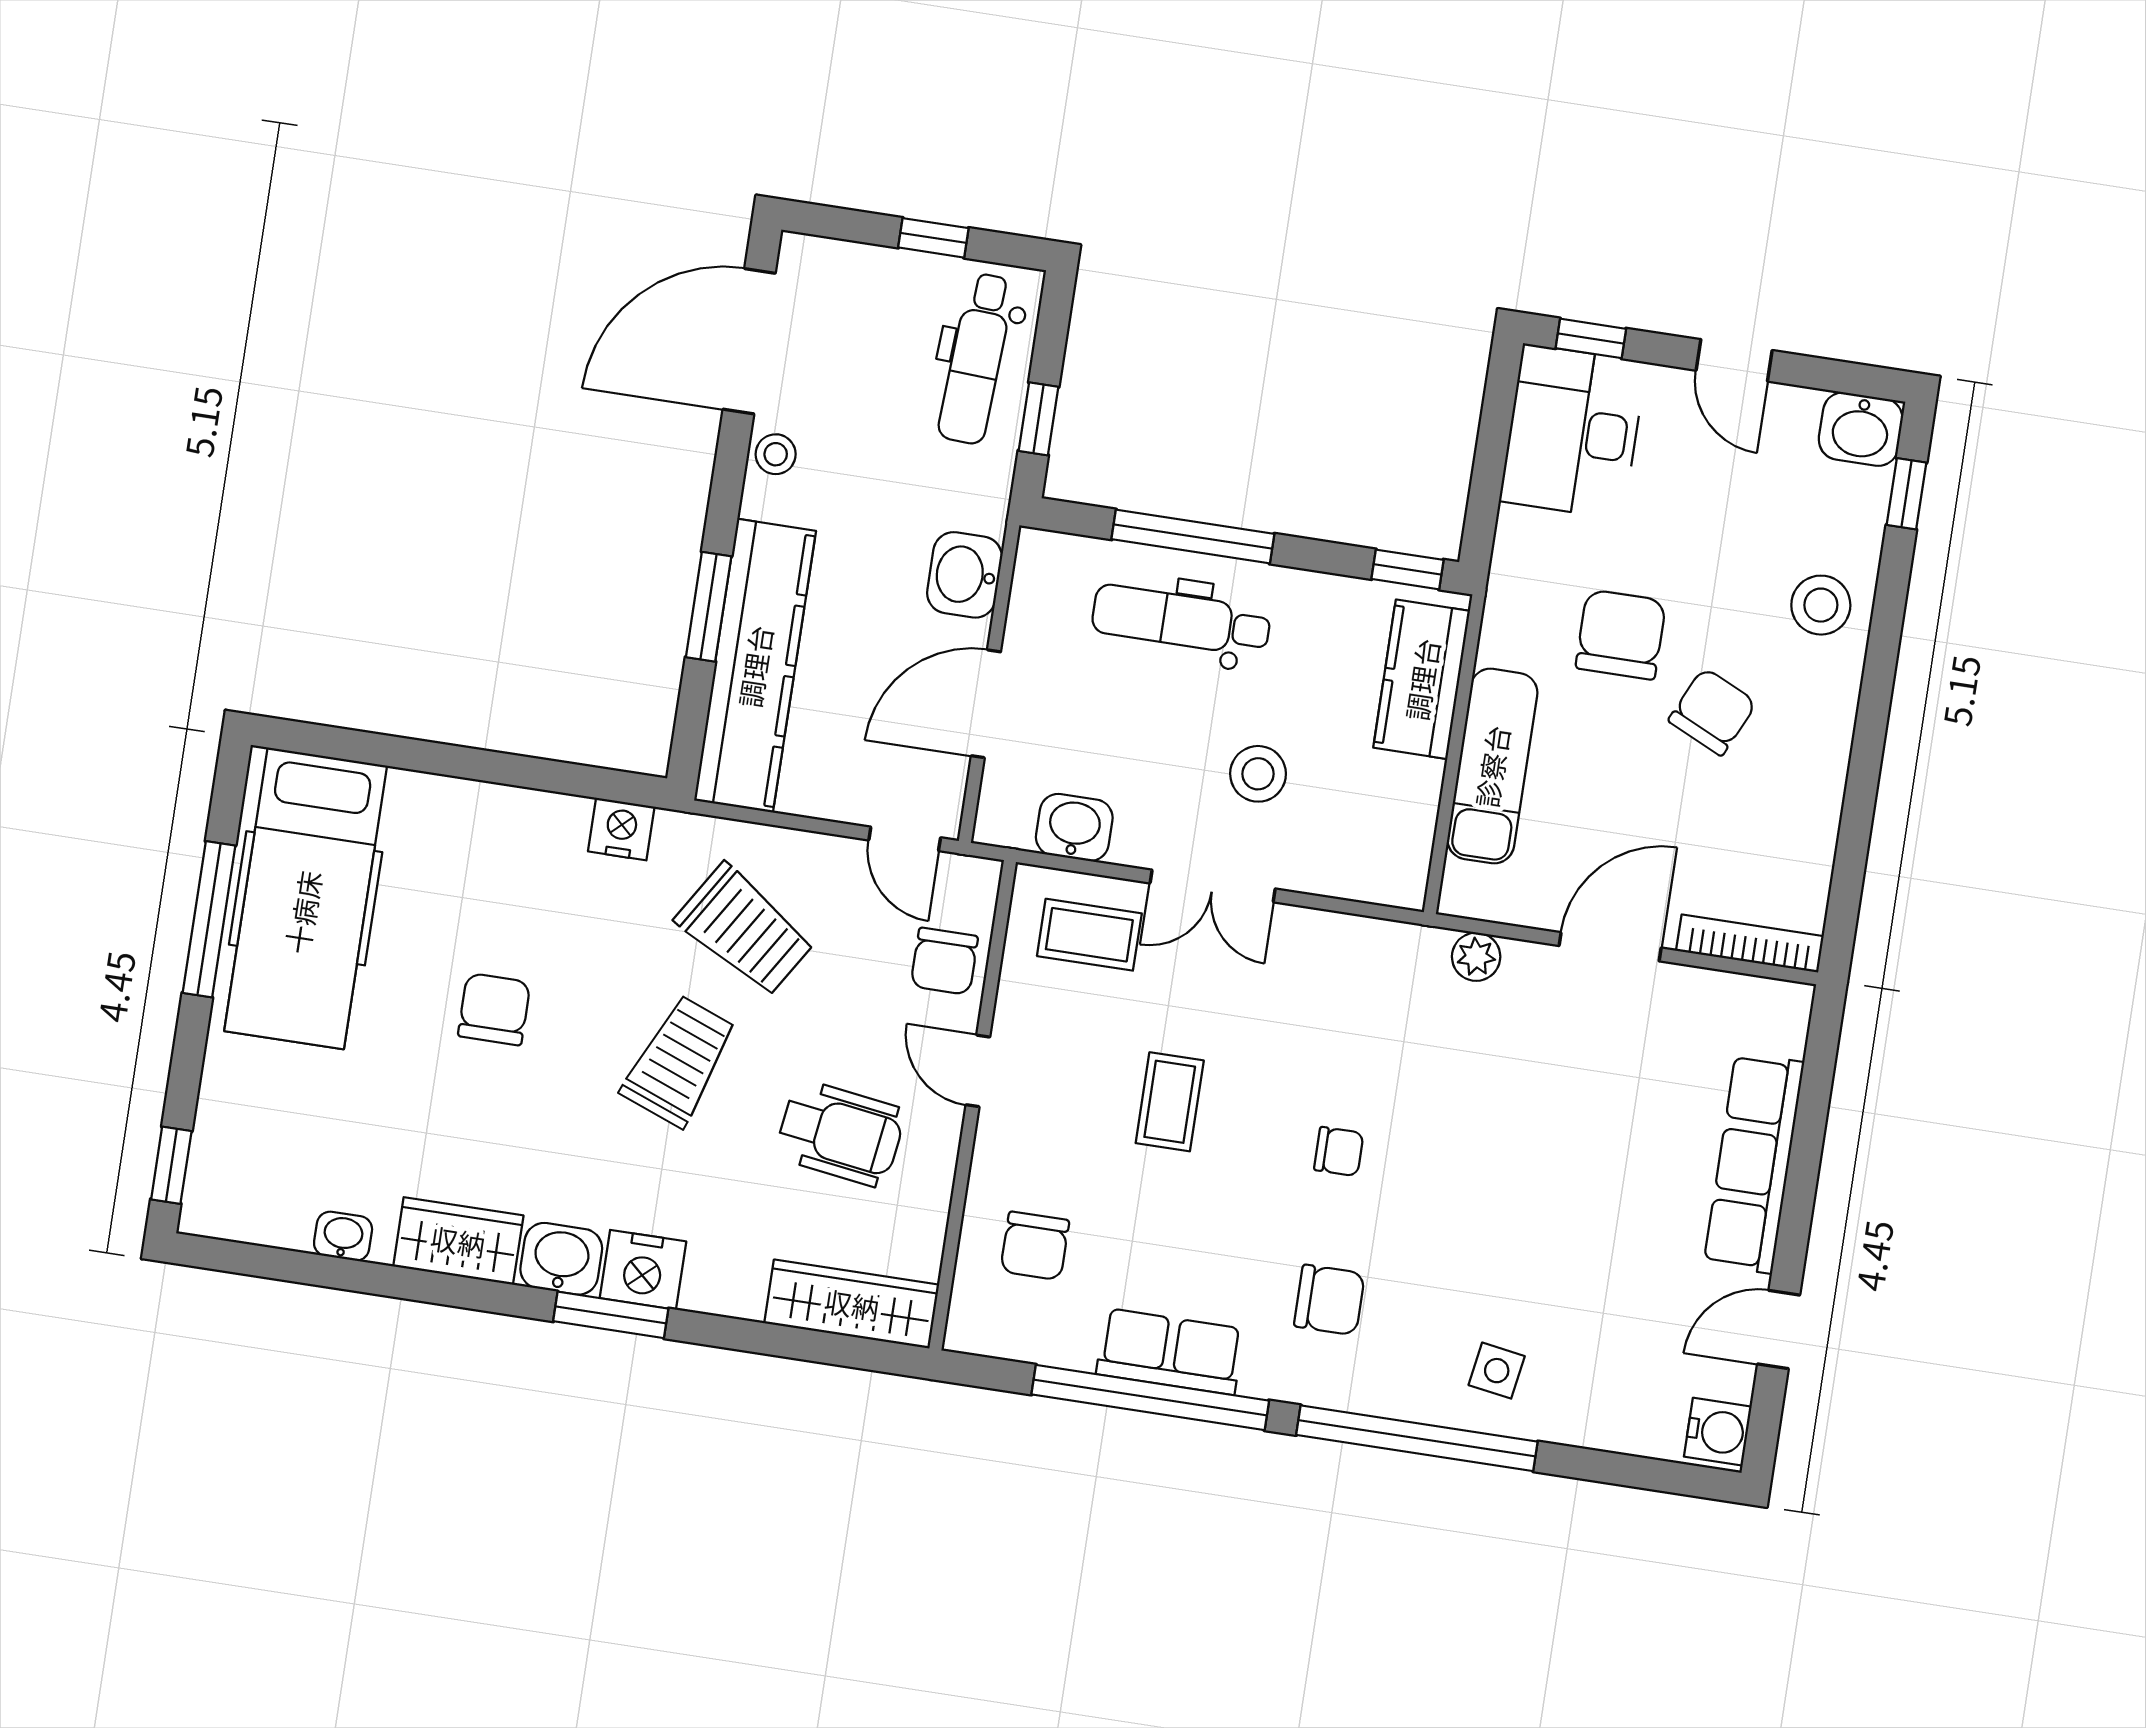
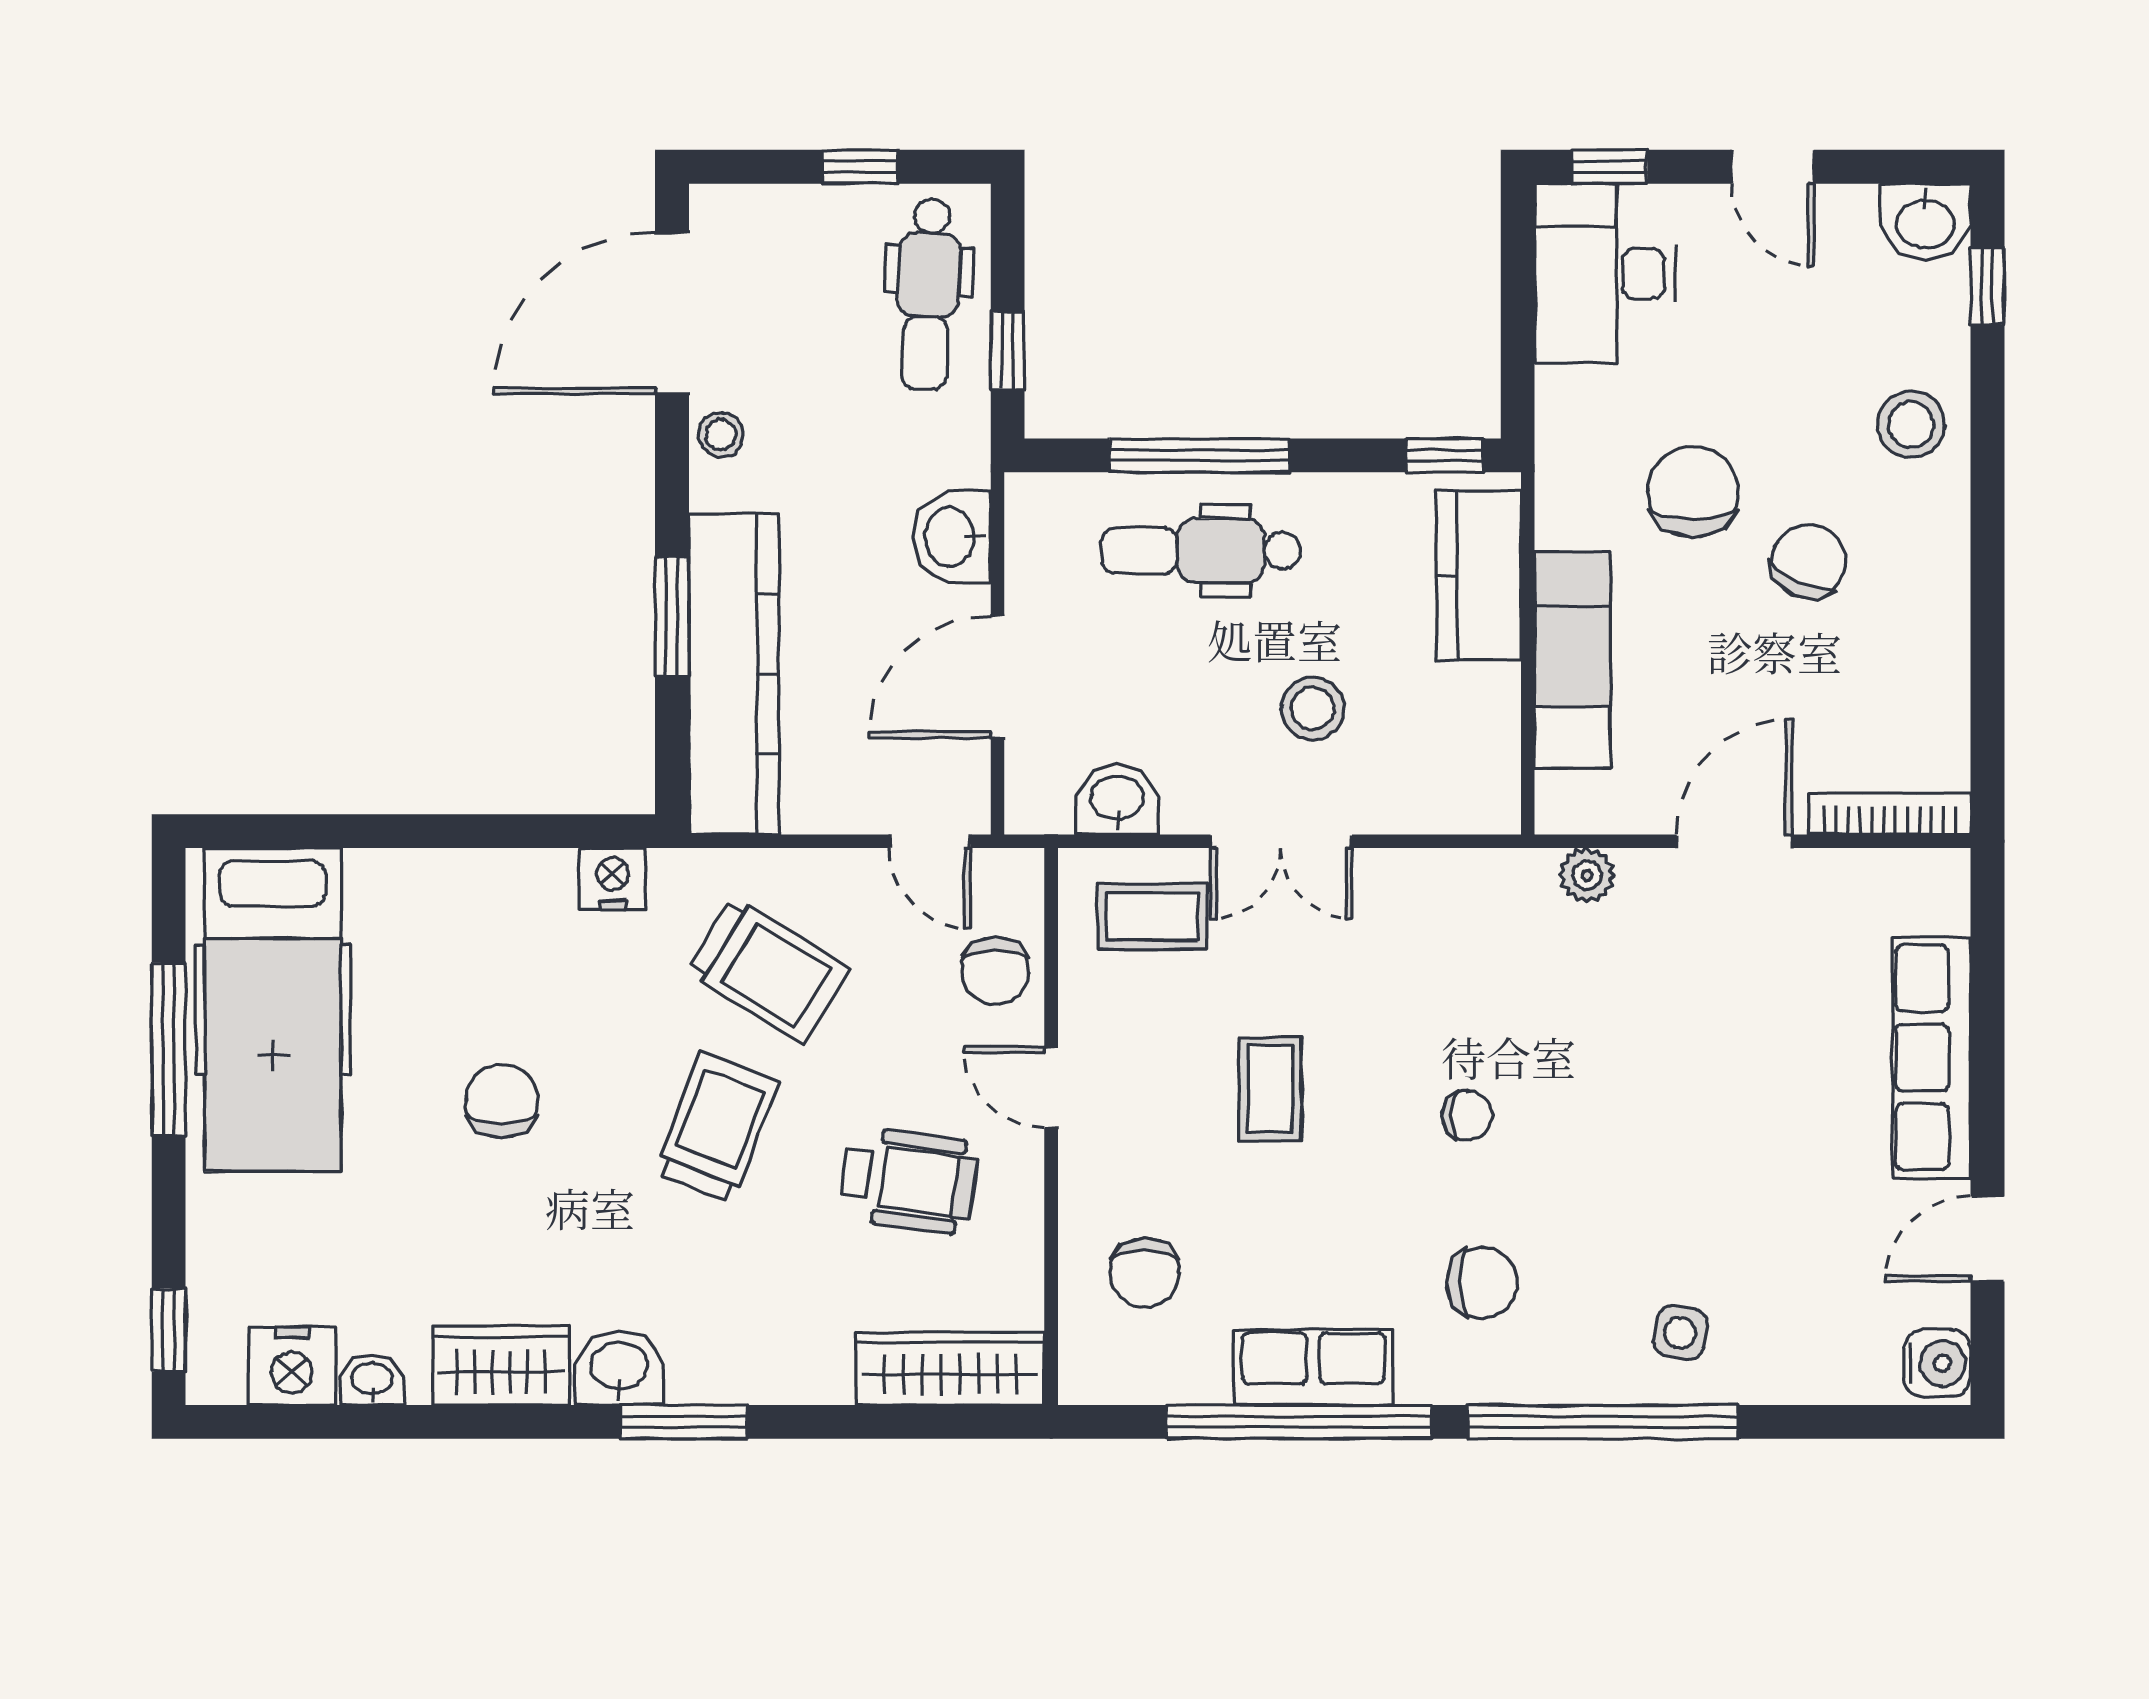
nightstand: (643, 1270) -> (292, 1366), moved

